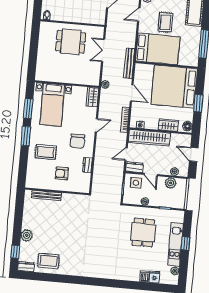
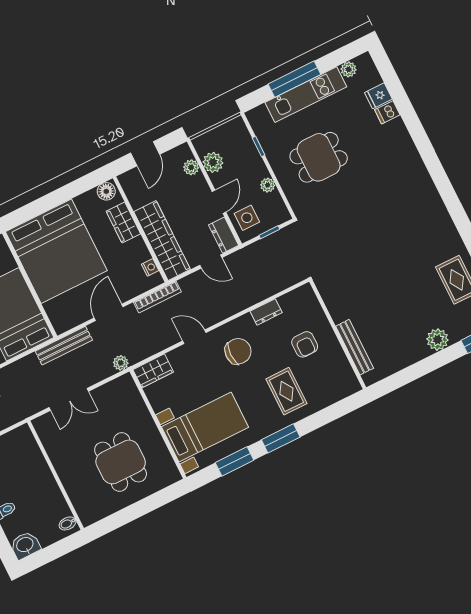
dining table: (71, 42) -> (121, 462), moved
window: (198, 103) -> (59, 197), removed
window: (186, 243) -> (294, 79), width x2.17

